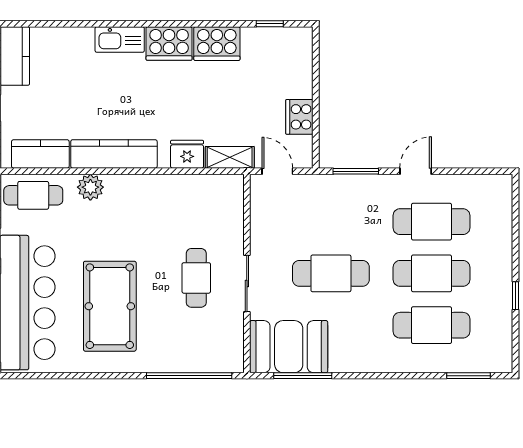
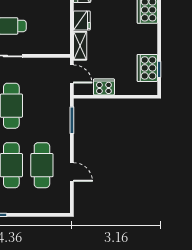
cooker: (217, 44) -> (147, 68), moved
door: (277, 171) -> (72, 74), hinge flipped
door: (416, 171) -> (72, 172), moved

